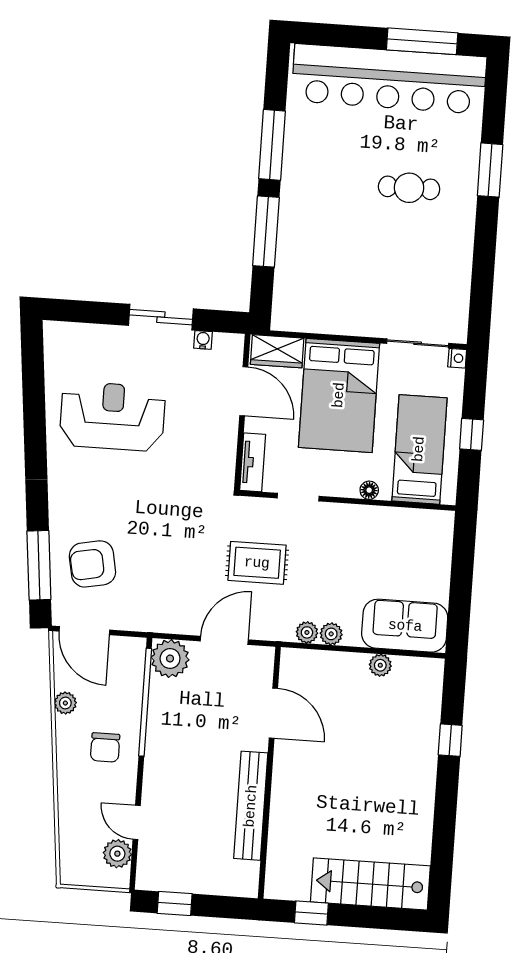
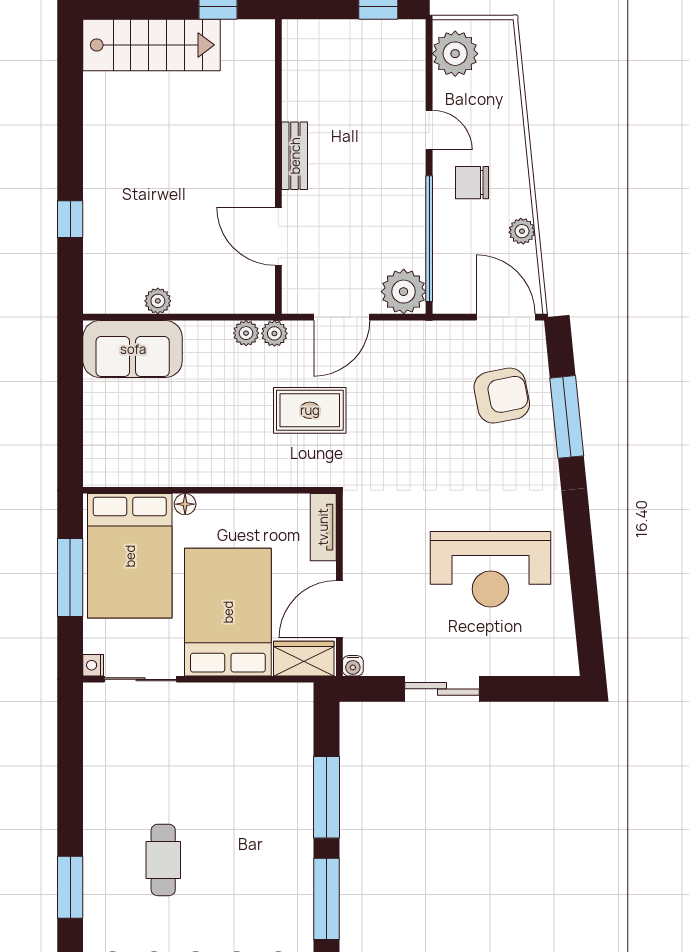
cafe table: (409, 188) -> (163, 860), turned 90
water cooler: (203, 340) -> (353, 666), moved
door: (244, 391) -> (339, 609), hinge flipped
window: (472, 434) -> (70, 578), width x2.17
bed: (419, 449) -> (130, 556), width x1.50
doorway: (298, 497) -> (267, 490), removed
window: (39, 565) -> (567, 417), moved
plant: (331, 634) -> (274, 333), moved
chair: (105, 747) -> (472, 183), turned -90
bench: (251, 806) -> (295, 156), width x0.54, depth x0.82
door: (137, 822) -> (429, 130), moved
plant: (117, 854) -> (455, 54), width x1.36, depth x1.36

